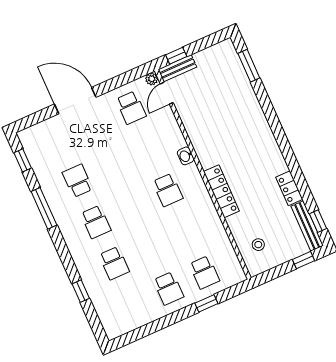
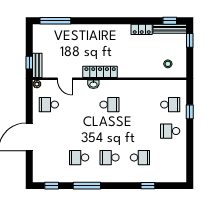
window: (249, 66) -> (55, 21), width x1.44
door: (167, 93) -> (65, 79), moved
school desk: (131, 108) -> (49, 105), turned 180
locker: (221, 191) -> (100, 72), moved
school desk: (96, 222) -> (110, 158), turned 180
school desk: (168, 288) -> (170, 131), turned 180

